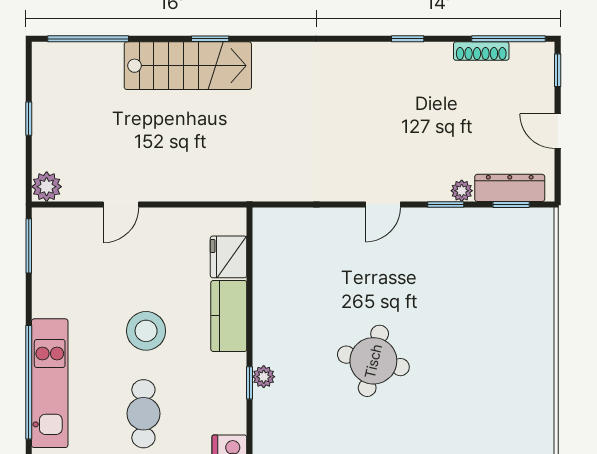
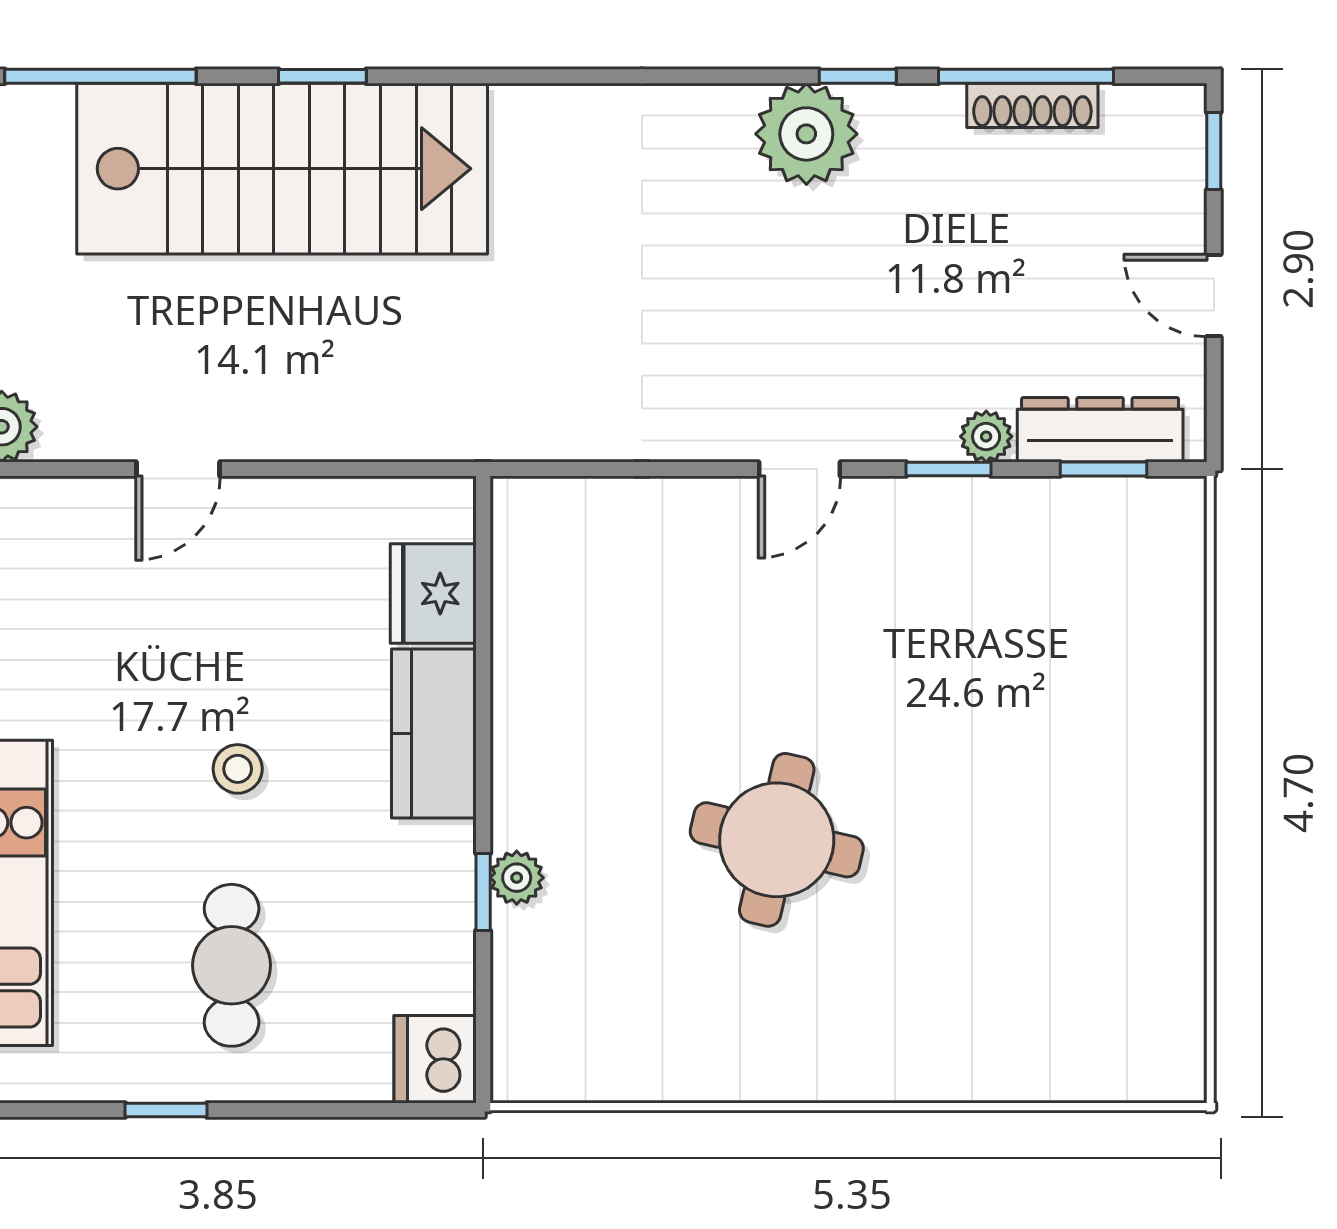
window: (210, 39) -> (322, 76), moved
window: (509, 39) -> (1026, 76), moved
plant: (386, 63) -> (806, 134), added
stairs: (188, 66) -> (282, 169), width x1.36, depth x1.51
stool: (146, 331) -> (238, 769), width x0.53, depth x0.53

